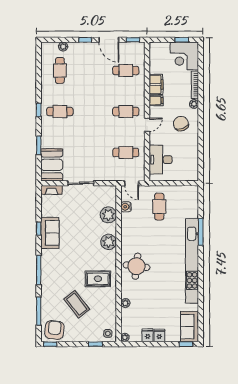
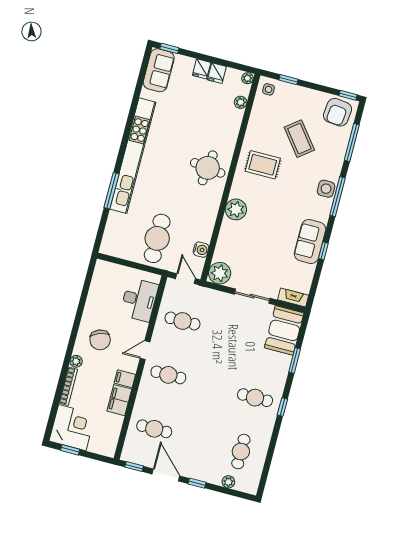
cafe table: (159, 207) -> (157, 238), width x1.37, depth x1.35
plant: (108, 215) -> (220, 273), moved
side table: (48, 273) -> (326, 189), added
plant: (125, 303) -> (241, 102), moved

